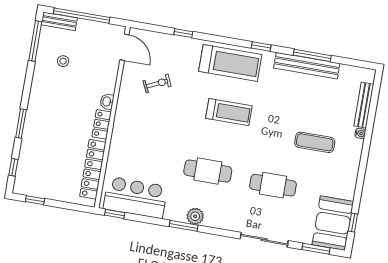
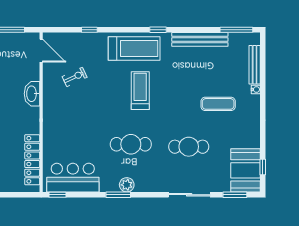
window: (312, 55) -> (236, 30), moved
washbasin: (107, 102) -> (32, 94), width x1.91, depth x1.45
treadmill: (229, 112) -> (140, 91), turned -90
locker: (102, 124) -> (33, 120), removed

